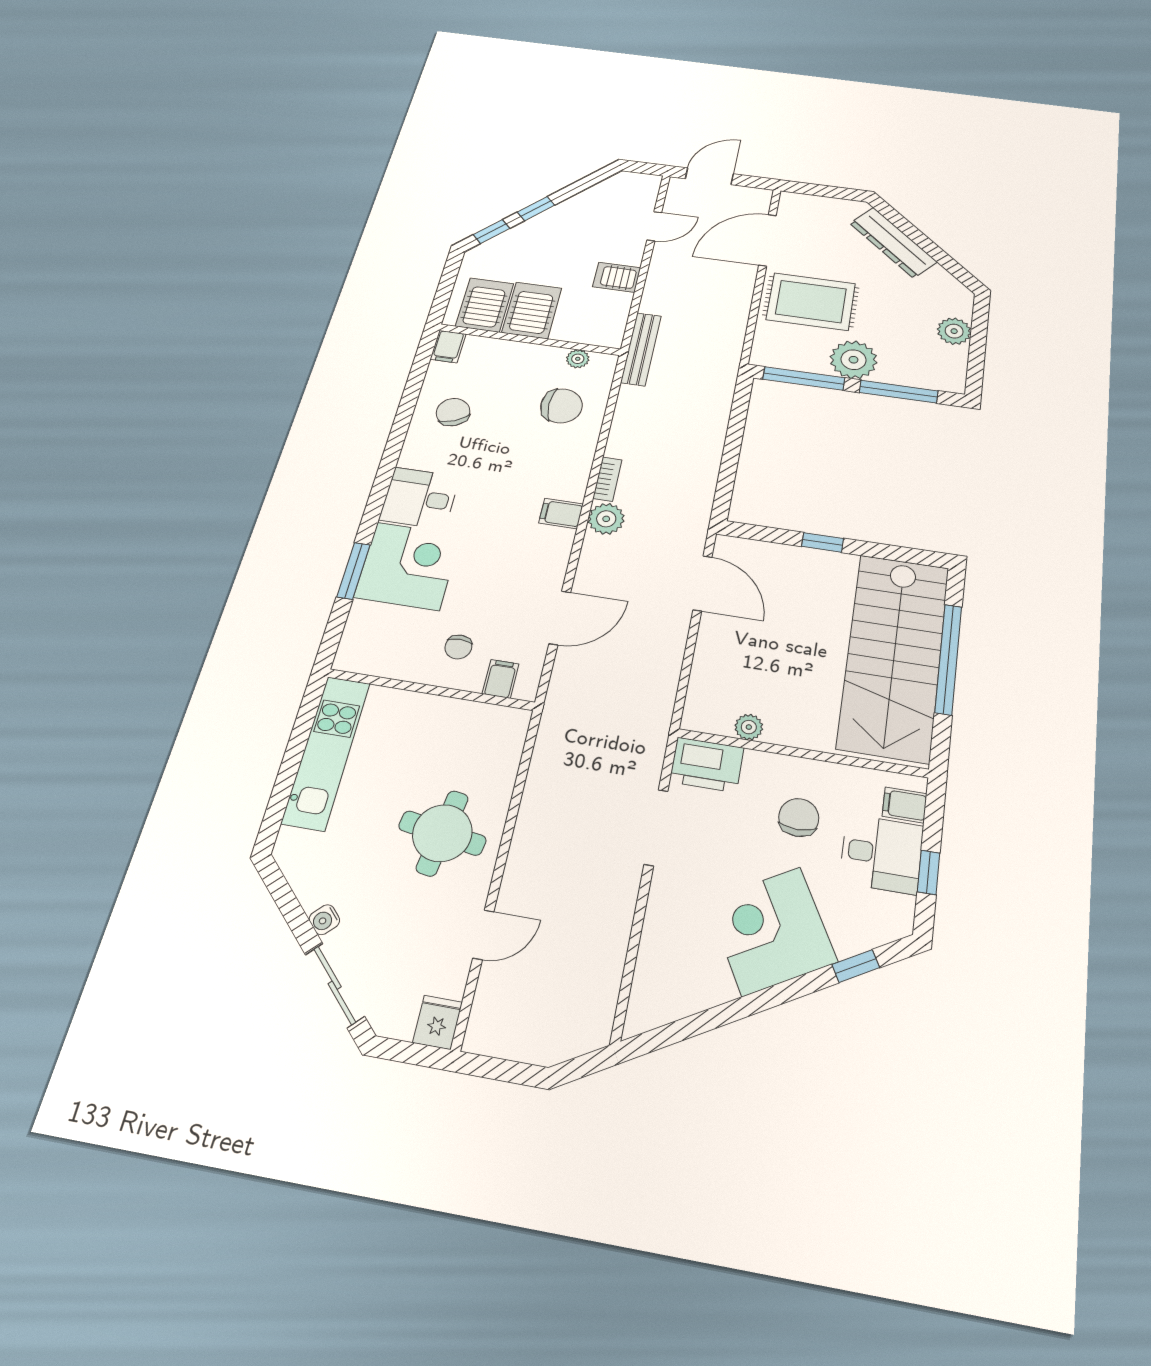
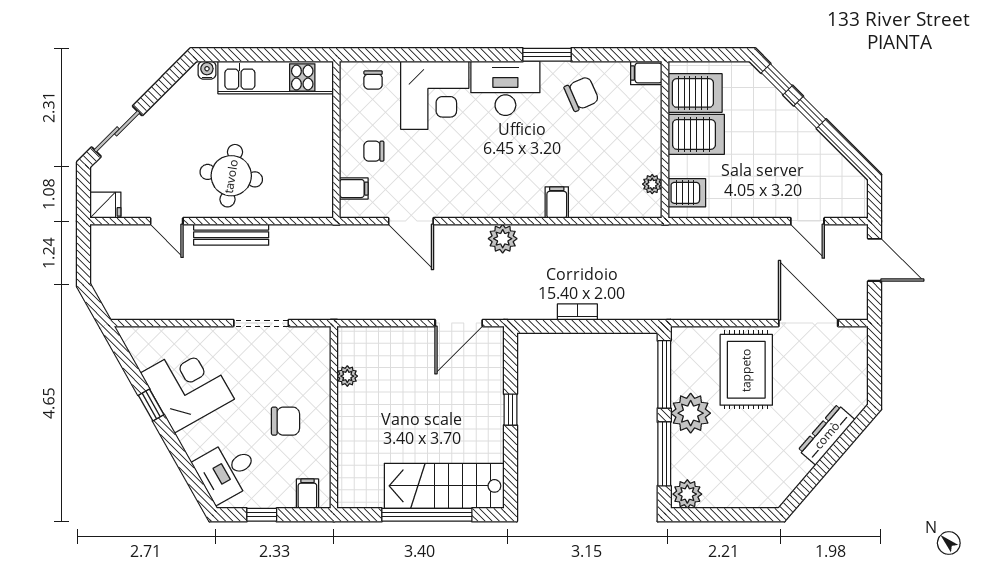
dresser: (893, 242) -> (827, 435), width x0.73, depth x0.80
server rack: (617, 277) -> (687, 193), moved, turned 90
plant: (954, 331) -> (687, 494), moved
bench: (641, 349) -> (231, 235), moved
chair: (561, 406) -> (373, 80), moved, width x0.54, depth x0.54
bookcase: (607, 479) -> (577, 312), moved, turned 180
desk: (420, 498) -> (505, 88), width x1.37
filing cabinet: (561, 514) -> (557, 202), moved
window: (353, 571) -> (547, 55), moved
stairs: (894, 656) -> (444, 486), width x0.73, depth x0.66
printer: (707, 765) -> (313, 351), removed
desk: (881, 854) -> (227, 471), moved, turned 61
water cooler: (324, 920) -> (207, 70), moved, turned 45
corner desk: (772, 931) -> (187, 386), moved
window: (856, 966) -> (151, 405), moved

